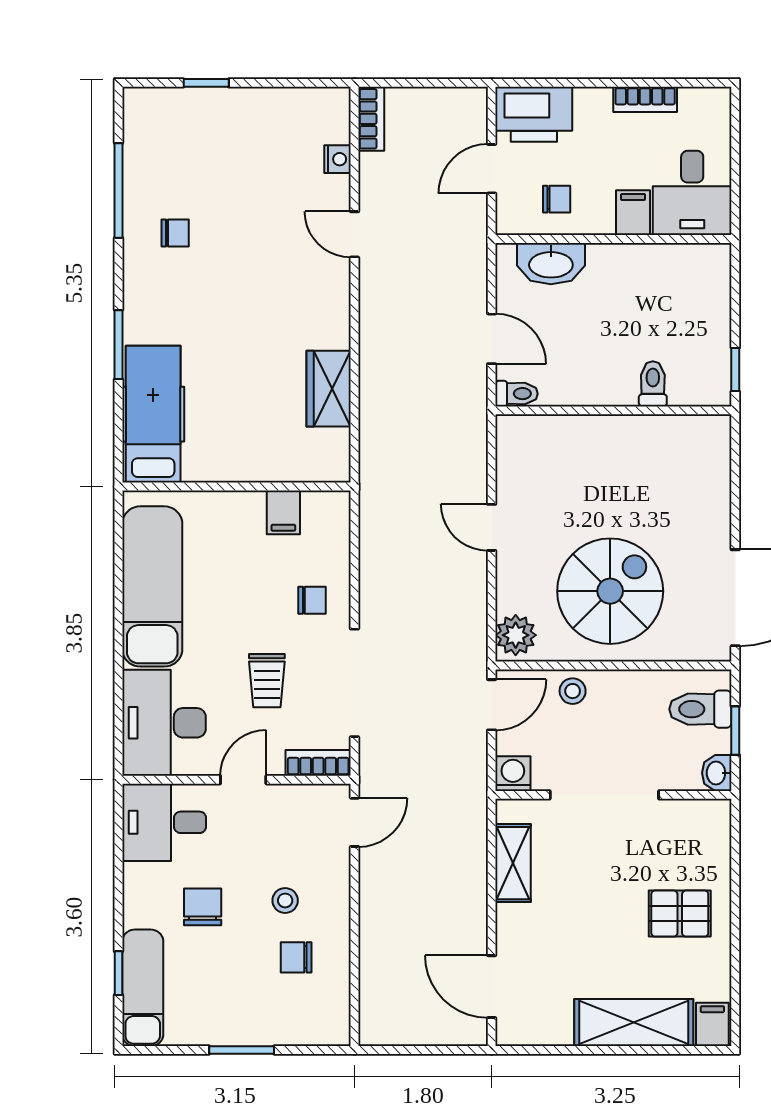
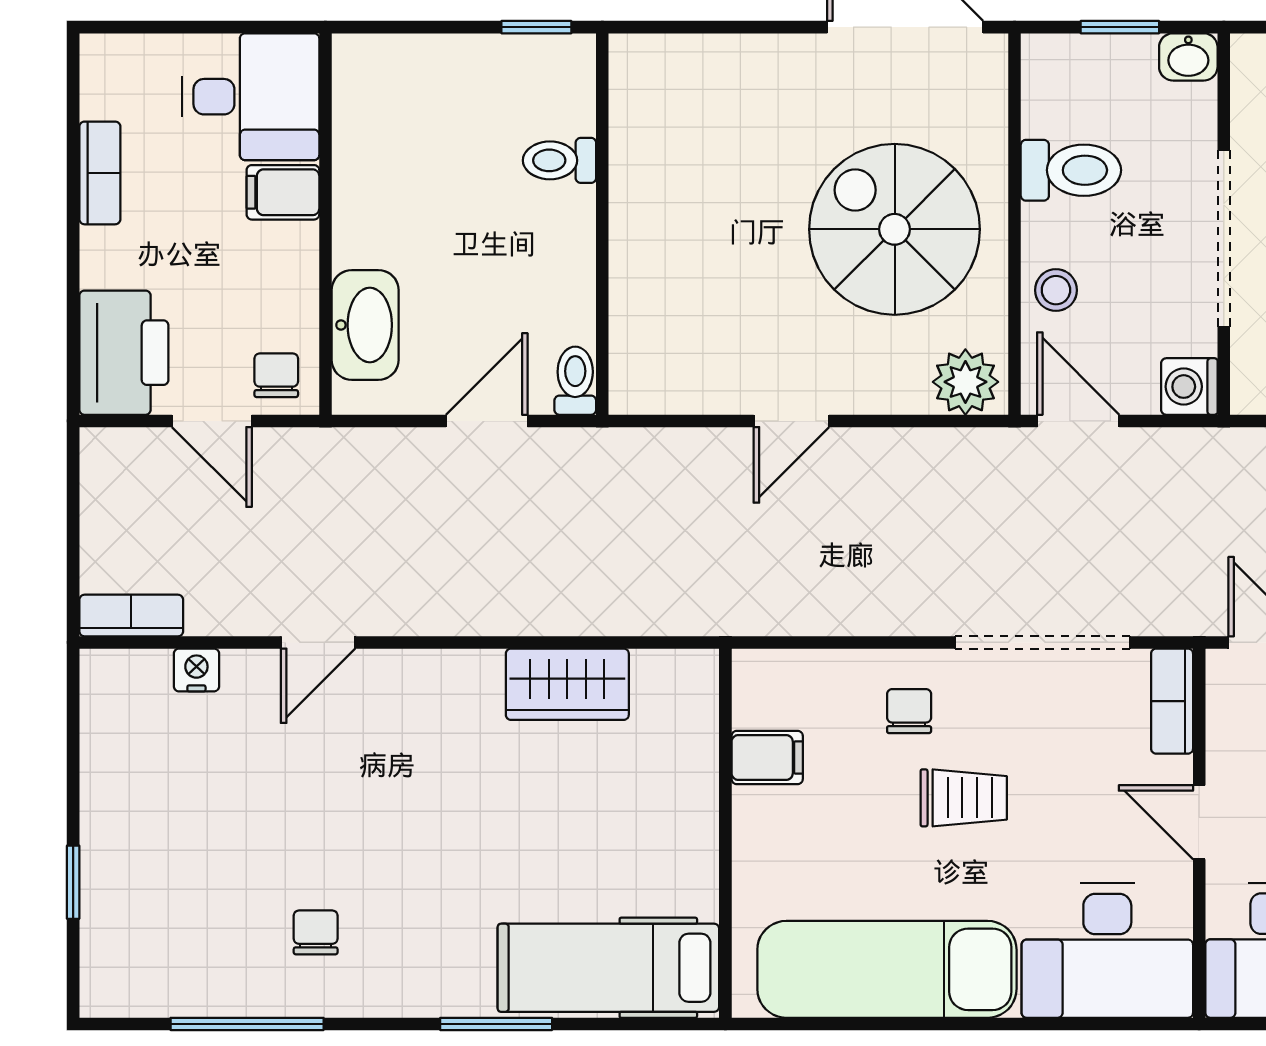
chair: (557, 199) -> (276, 375), moved
trolley: (267, 681) -> (964, 798), moved
toilet: (700, 709) -> (1071, 170), moved, turned -90

